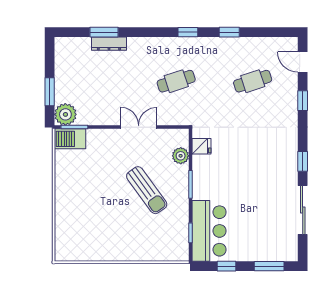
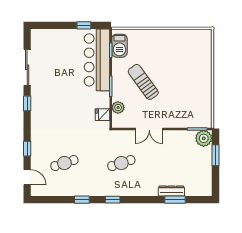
barbecue: (70, 139) -> (119, 46), moved, turned 90
bar counter: (209, 231) -> (97, 60), width x1.36
window: (269, 266) -> (52, 25), removed

